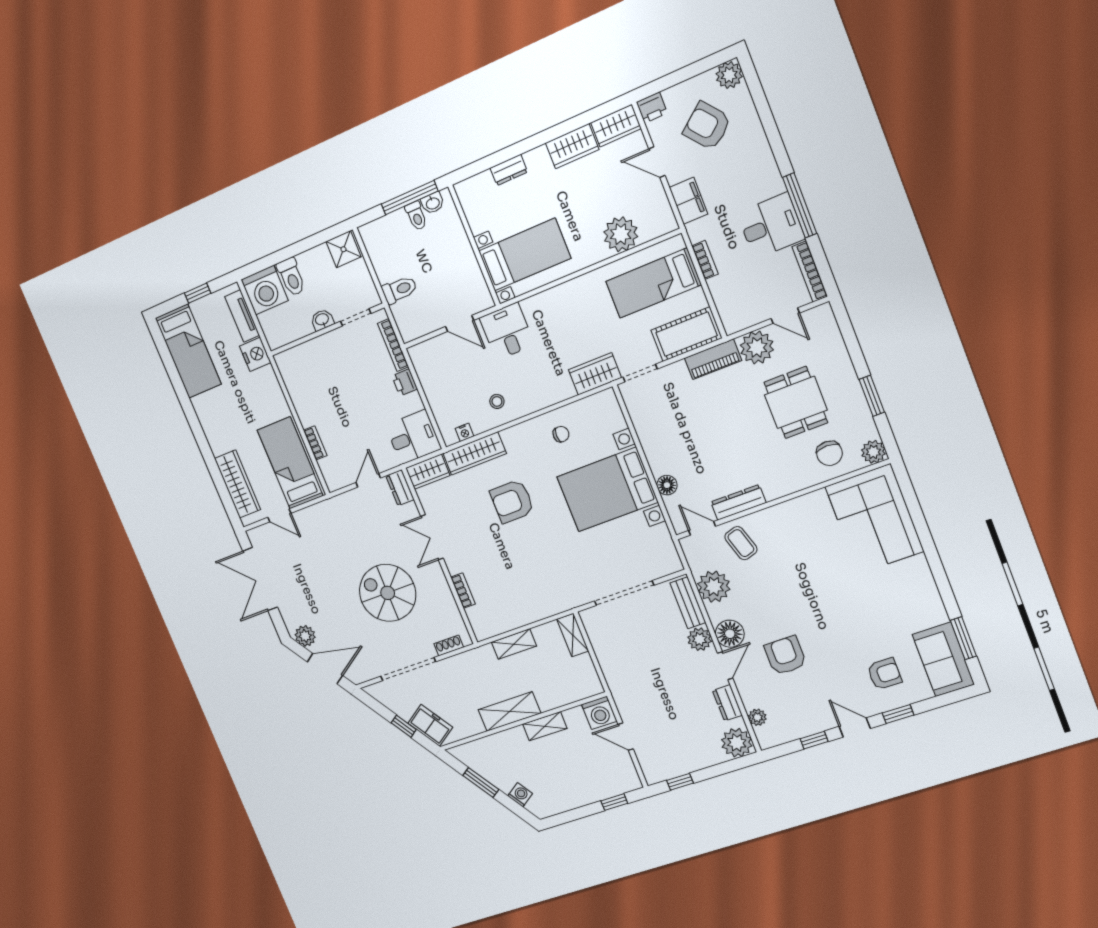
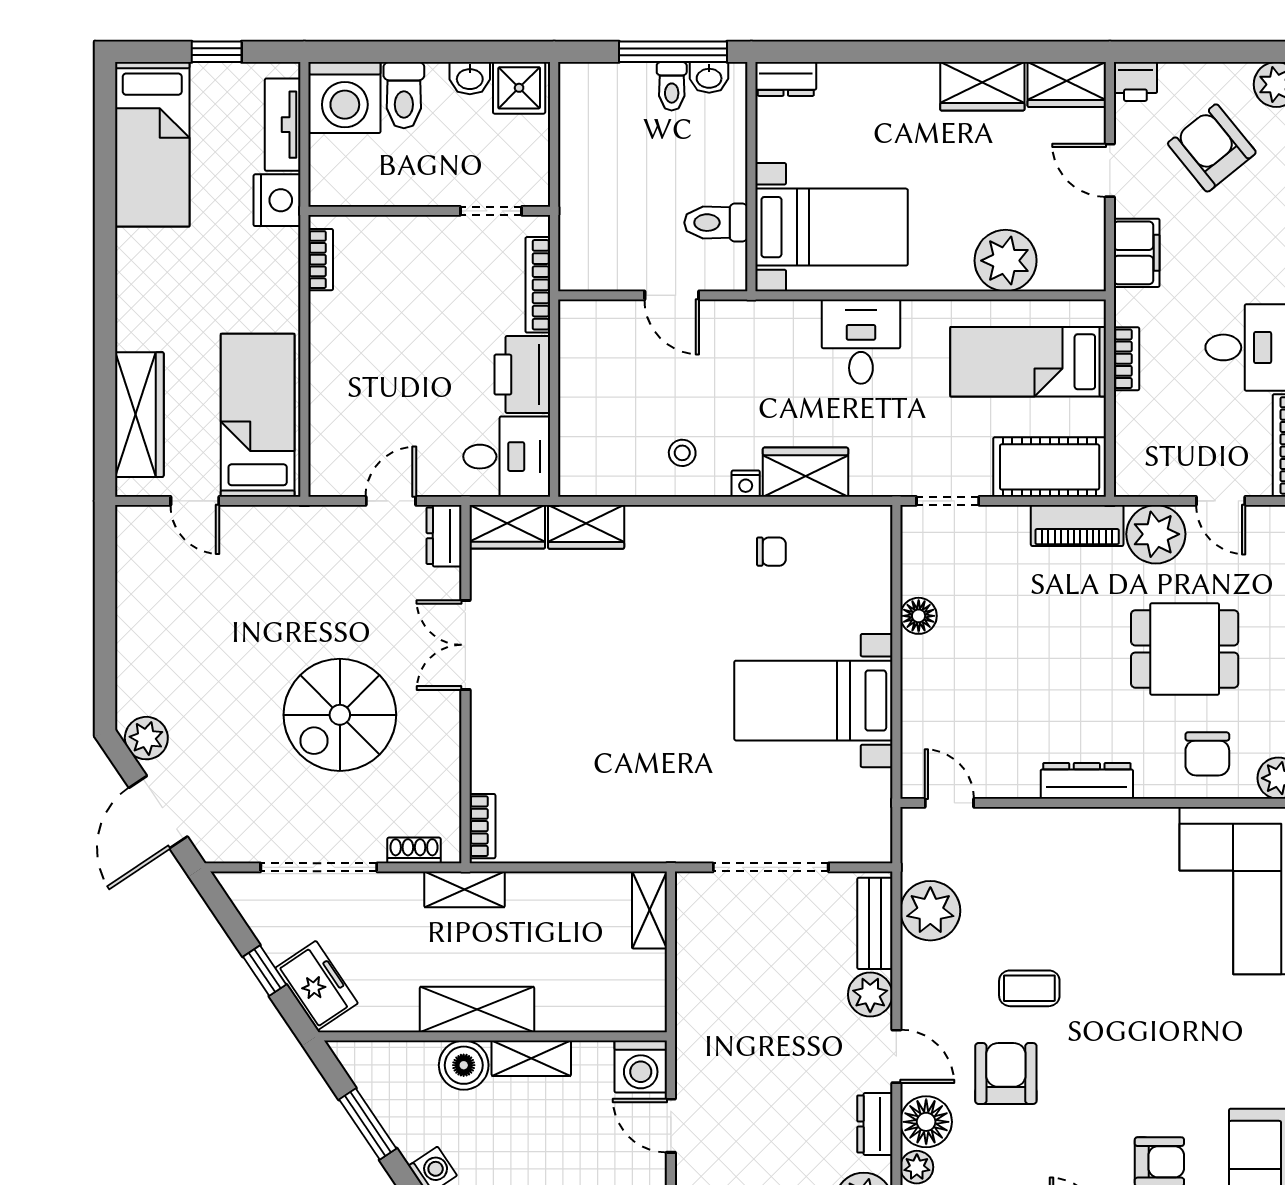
dresser: (509, 170) -> (786, 79), moved
toilet: (399, 290) -> (716, 223), moved, turned 180
washbasin: (322, 320) -> (470, 78), moved, turned 180
desk: (507, 331) -> (861, 342), moved
wardrobe: (595, 374) -> (805, 472), moved
printer: (405, 382) -> (522, 375), width x1.87, depth x1.48
dining table: (796, 402) -> (1185, 649), turned 90
nightstand: (464, 432) -> (746, 484), moved
bookcase: (315, 443) -> (321, 260), moved
wardrobe: (475, 453) -> (586, 527), width x0.67
floor lamp: (667, 485) -> (919, 616), moved
bed with nightstands: (607, 489) -> (813, 701), width x0.73
armchair: (512, 501) -> (638, 635), removed
dresser: (738, 502) -> (1087, 781), moved
coffee table: (741, 543) -> (1029, 988), moved, turned -73
double door: (260, 579) -> (105, 603), removed
bookcase: (463, 591) -> (482, 826), moved
spiral stairs: (388, 593) -> (340, 715), turned -90
floor lamp: (730, 634) -> (926, 1122), moved
shelving: (514, 644) -> (465, 889), moved
door: (725, 666) -> (896, 1056), hinge flipped
door: (325, 669) -> (158, 812), swing flipped
boiler: (514, 740) -> (464, 1065), added

